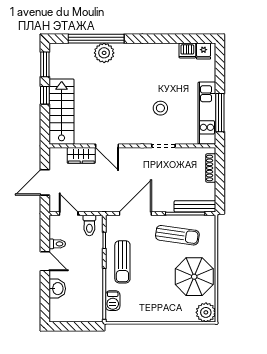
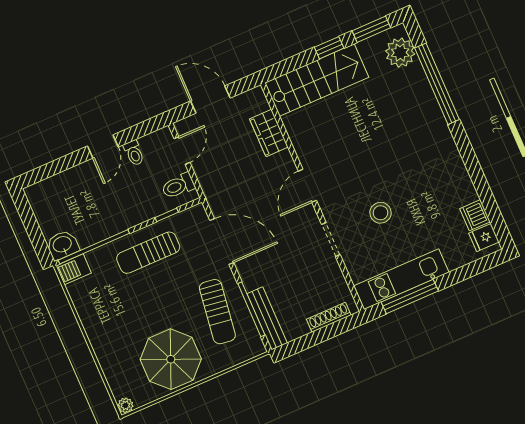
plant: (104, 53) -> (400, 53), moved
door: (107, 146) -> (307, 186), moved
washbasin: (57, 289) -> (62, 245), moved, turned 180
barbecue: (113, 301) -> (74, 269), moved
plant: (206, 312) -> (125, 405), width x0.53, depth x0.53

